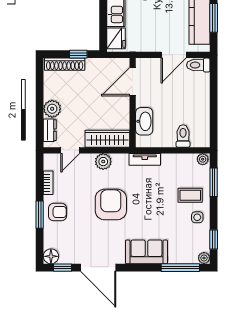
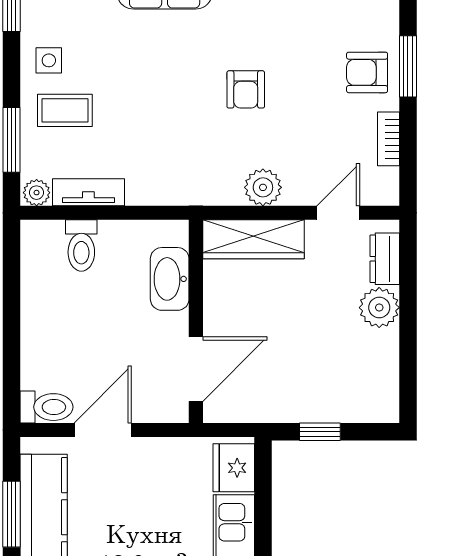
shoe rack: (65, 64) -> (351, 409), removed
tv unit: (145, 159) -> (88, 192), moved
armchair: (111, 205) -> (246, 89), width x0.53, depth x0.53

